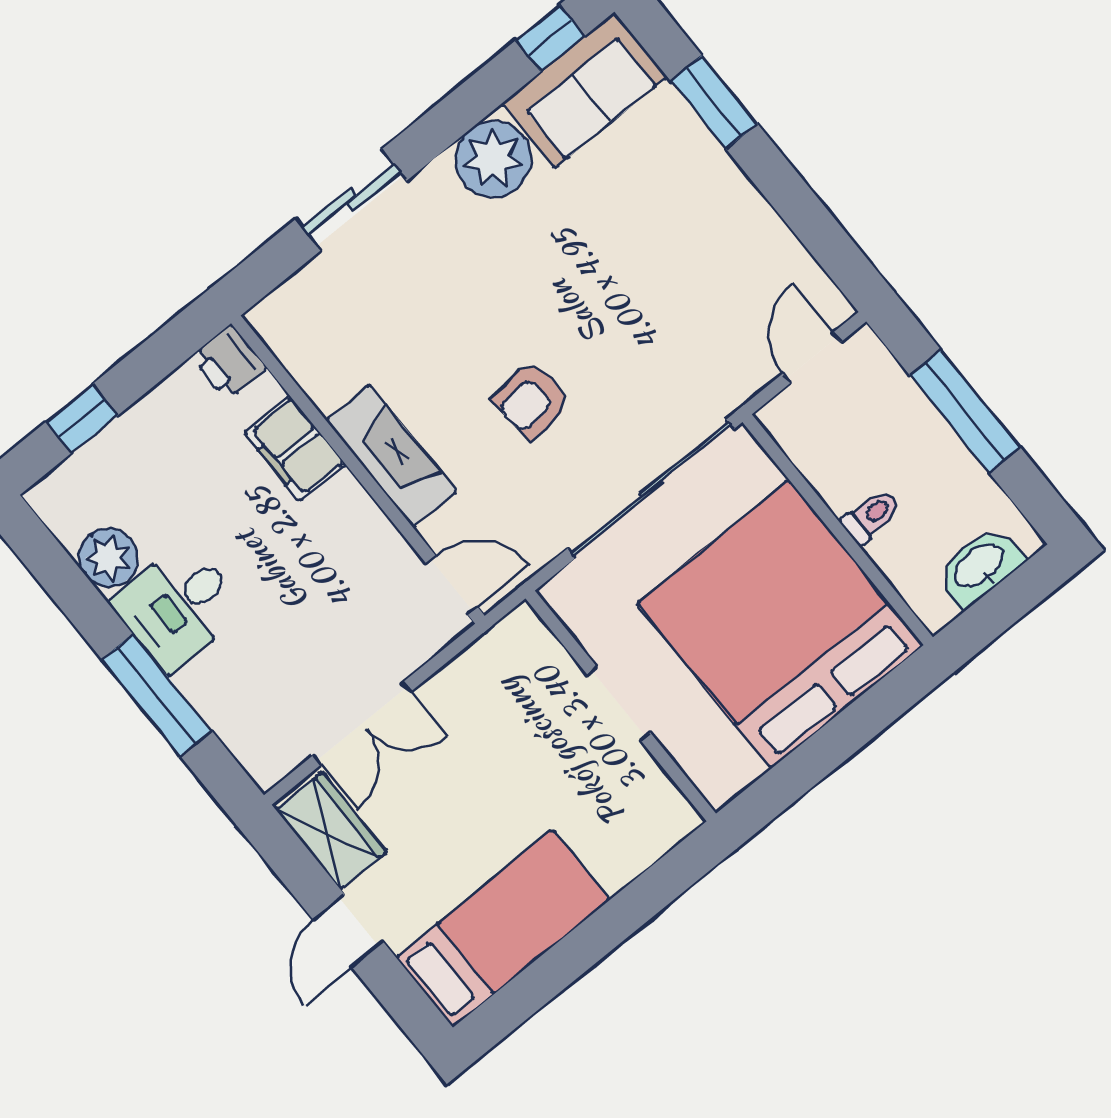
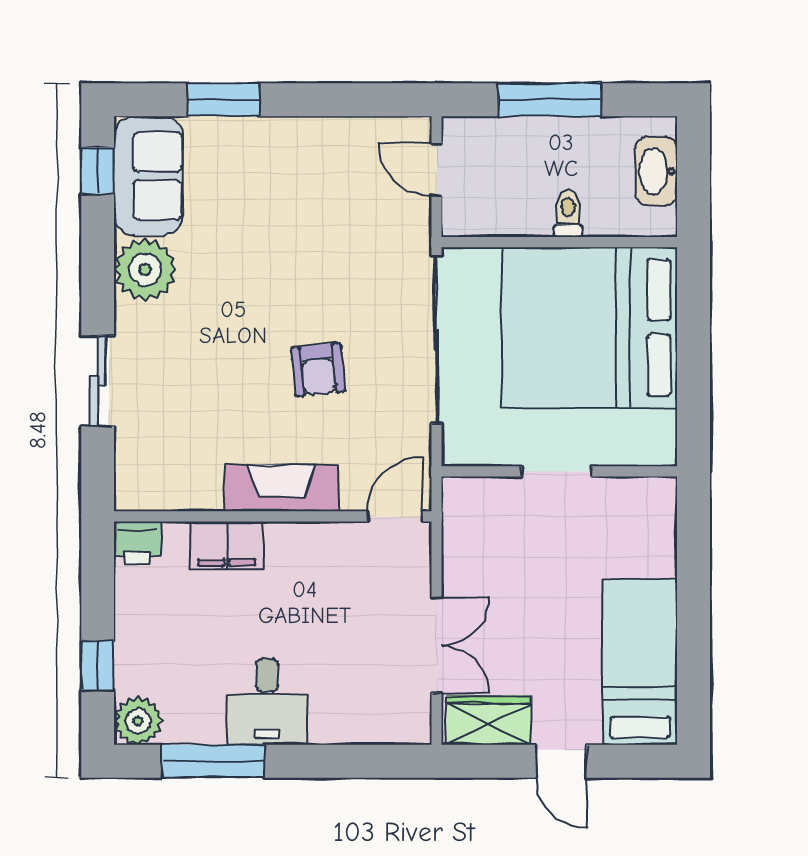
plant: (108, 558) -> (138, 721), moved
window: (157, 695) -> (213, 761), moved

